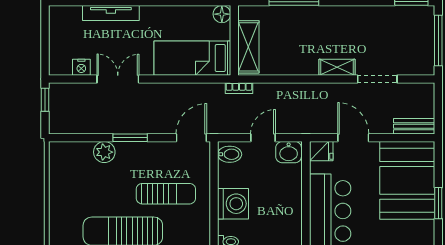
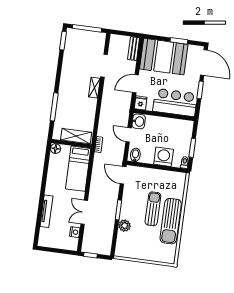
sun lounger: (166, 194) -> (153, 209), moved

